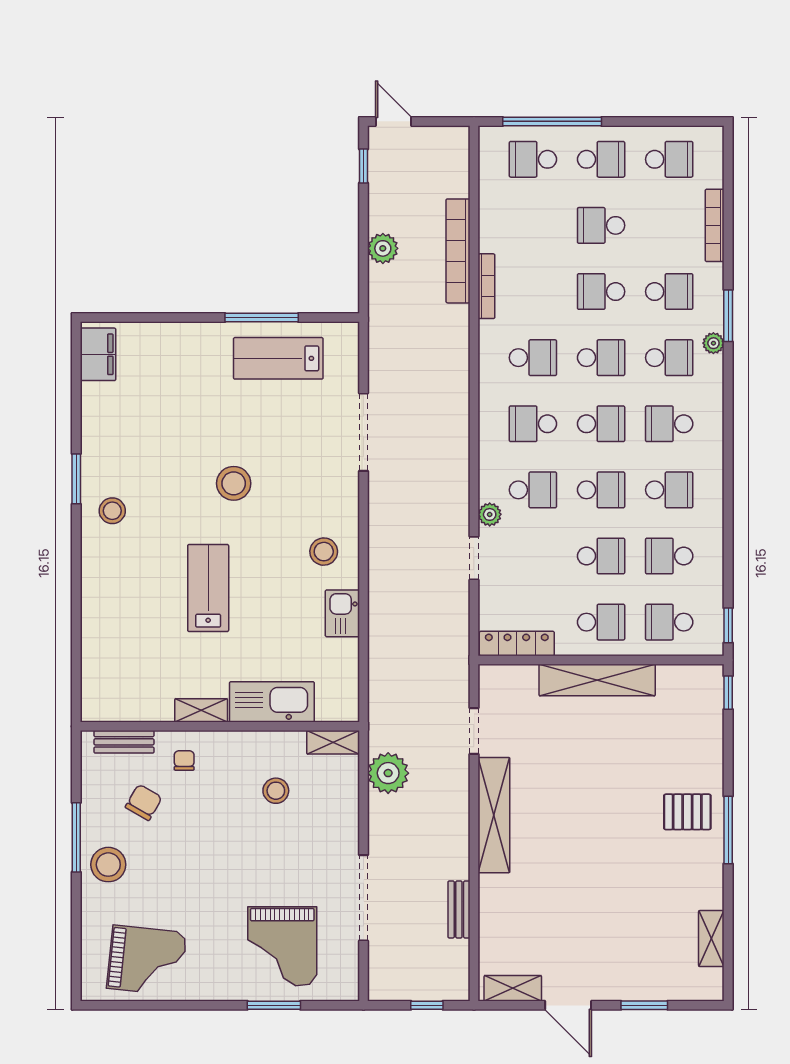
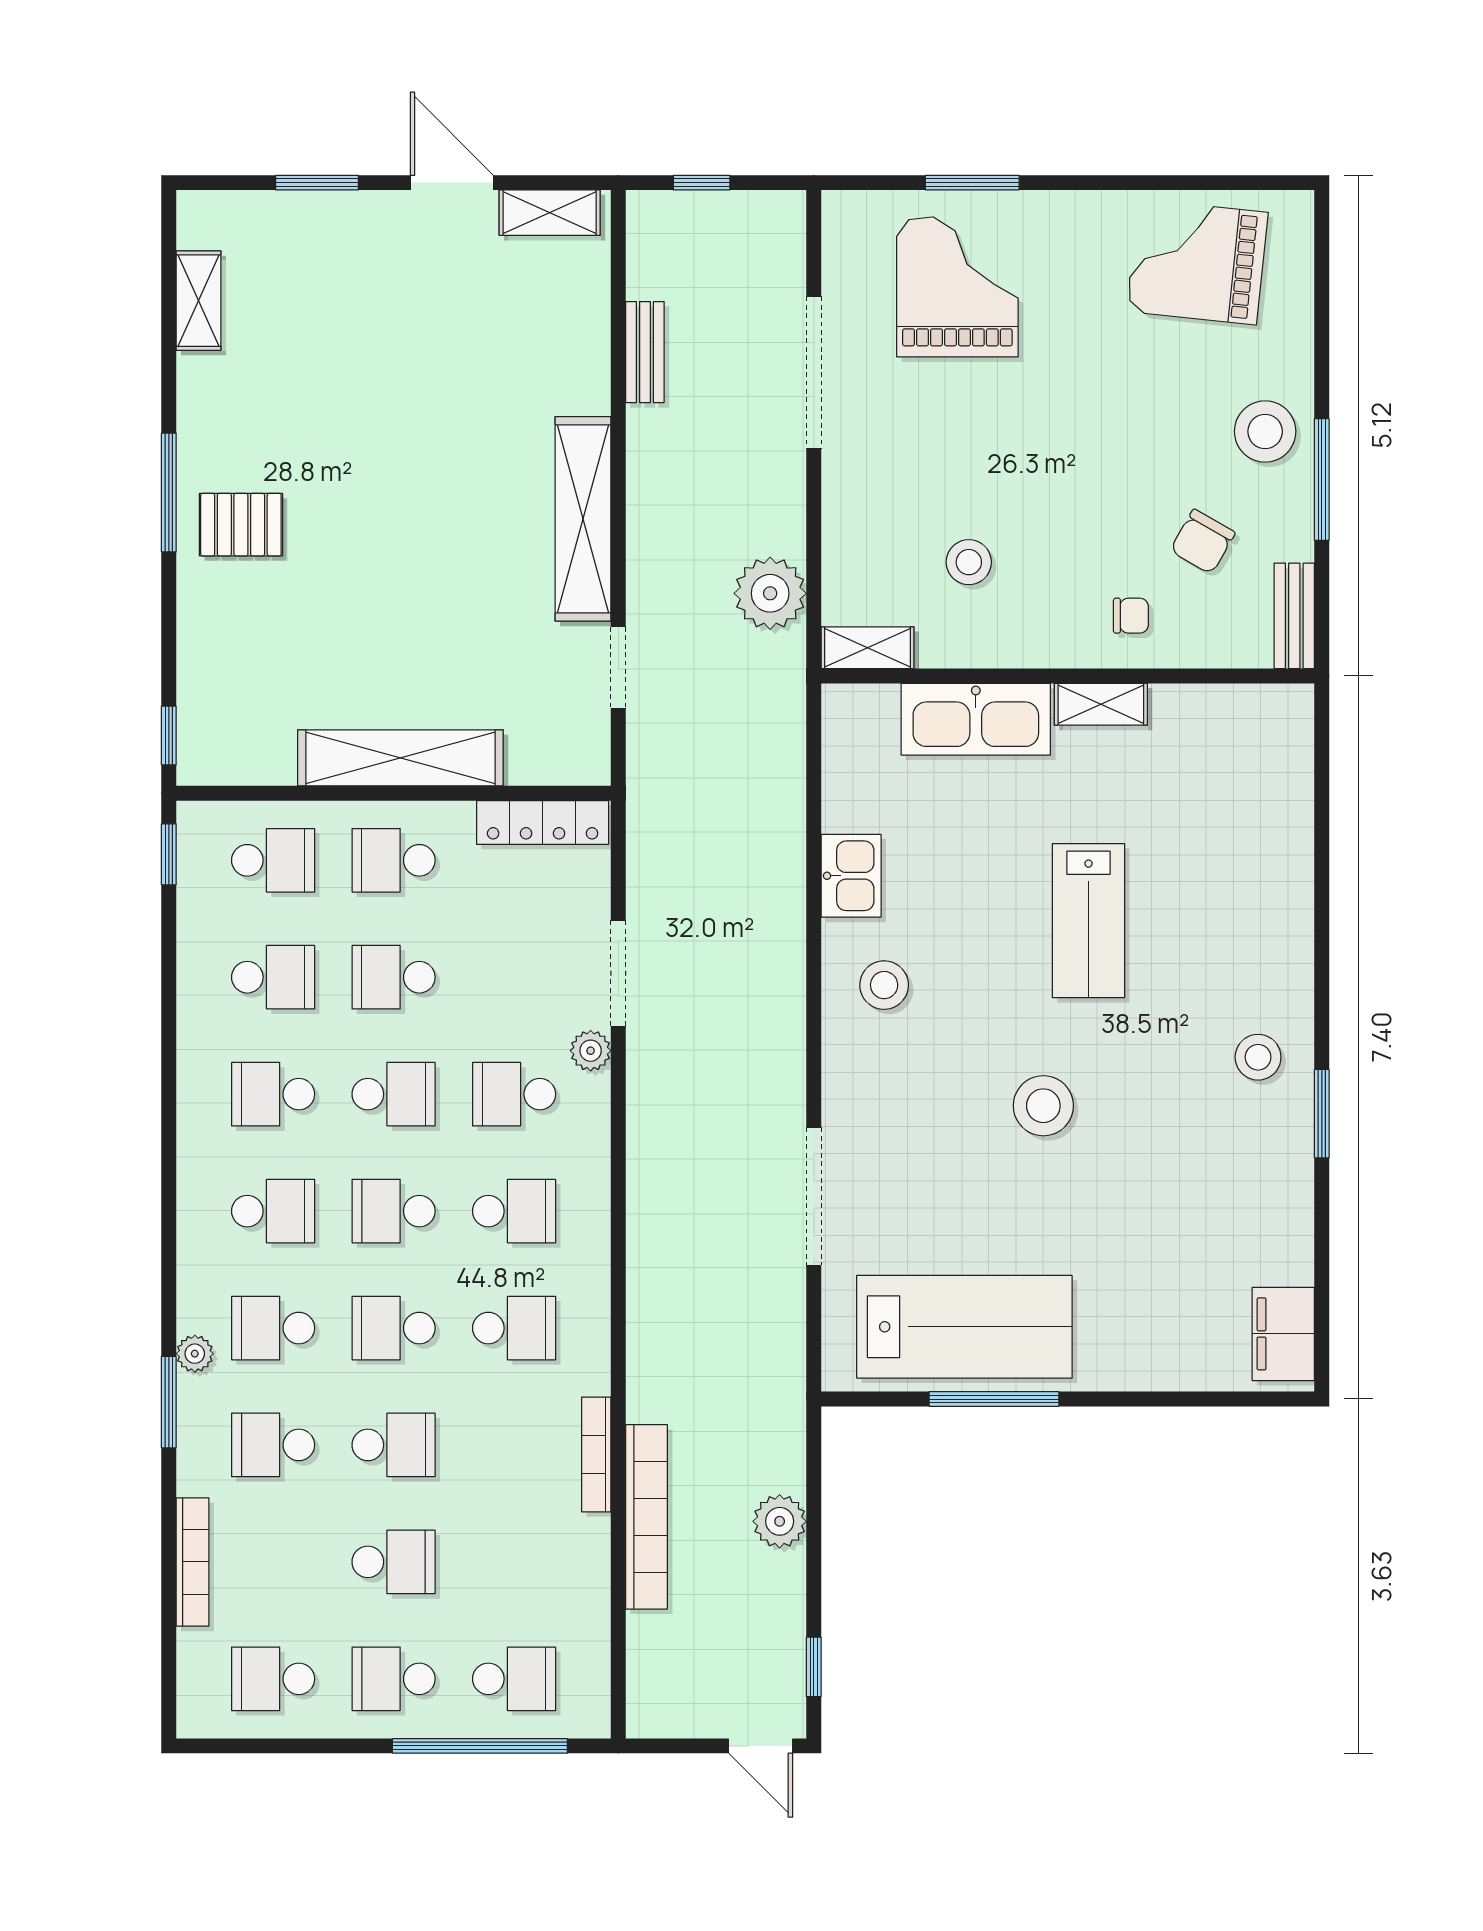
lab bench: (278, 358) -> (964, 1327), width x1.36, depth x1.39
school desk: (533, 358) -> (514, 1328), turned 180
school desk: (601, 490) -> (394, 1094), turned 180
doorway: (474, 558) -> (618, 973), width x1.38
bench: (124, 742) -> (1294, 616), moved, turned 90
chair: (184, 760) -> (1131, 616), turned -90

